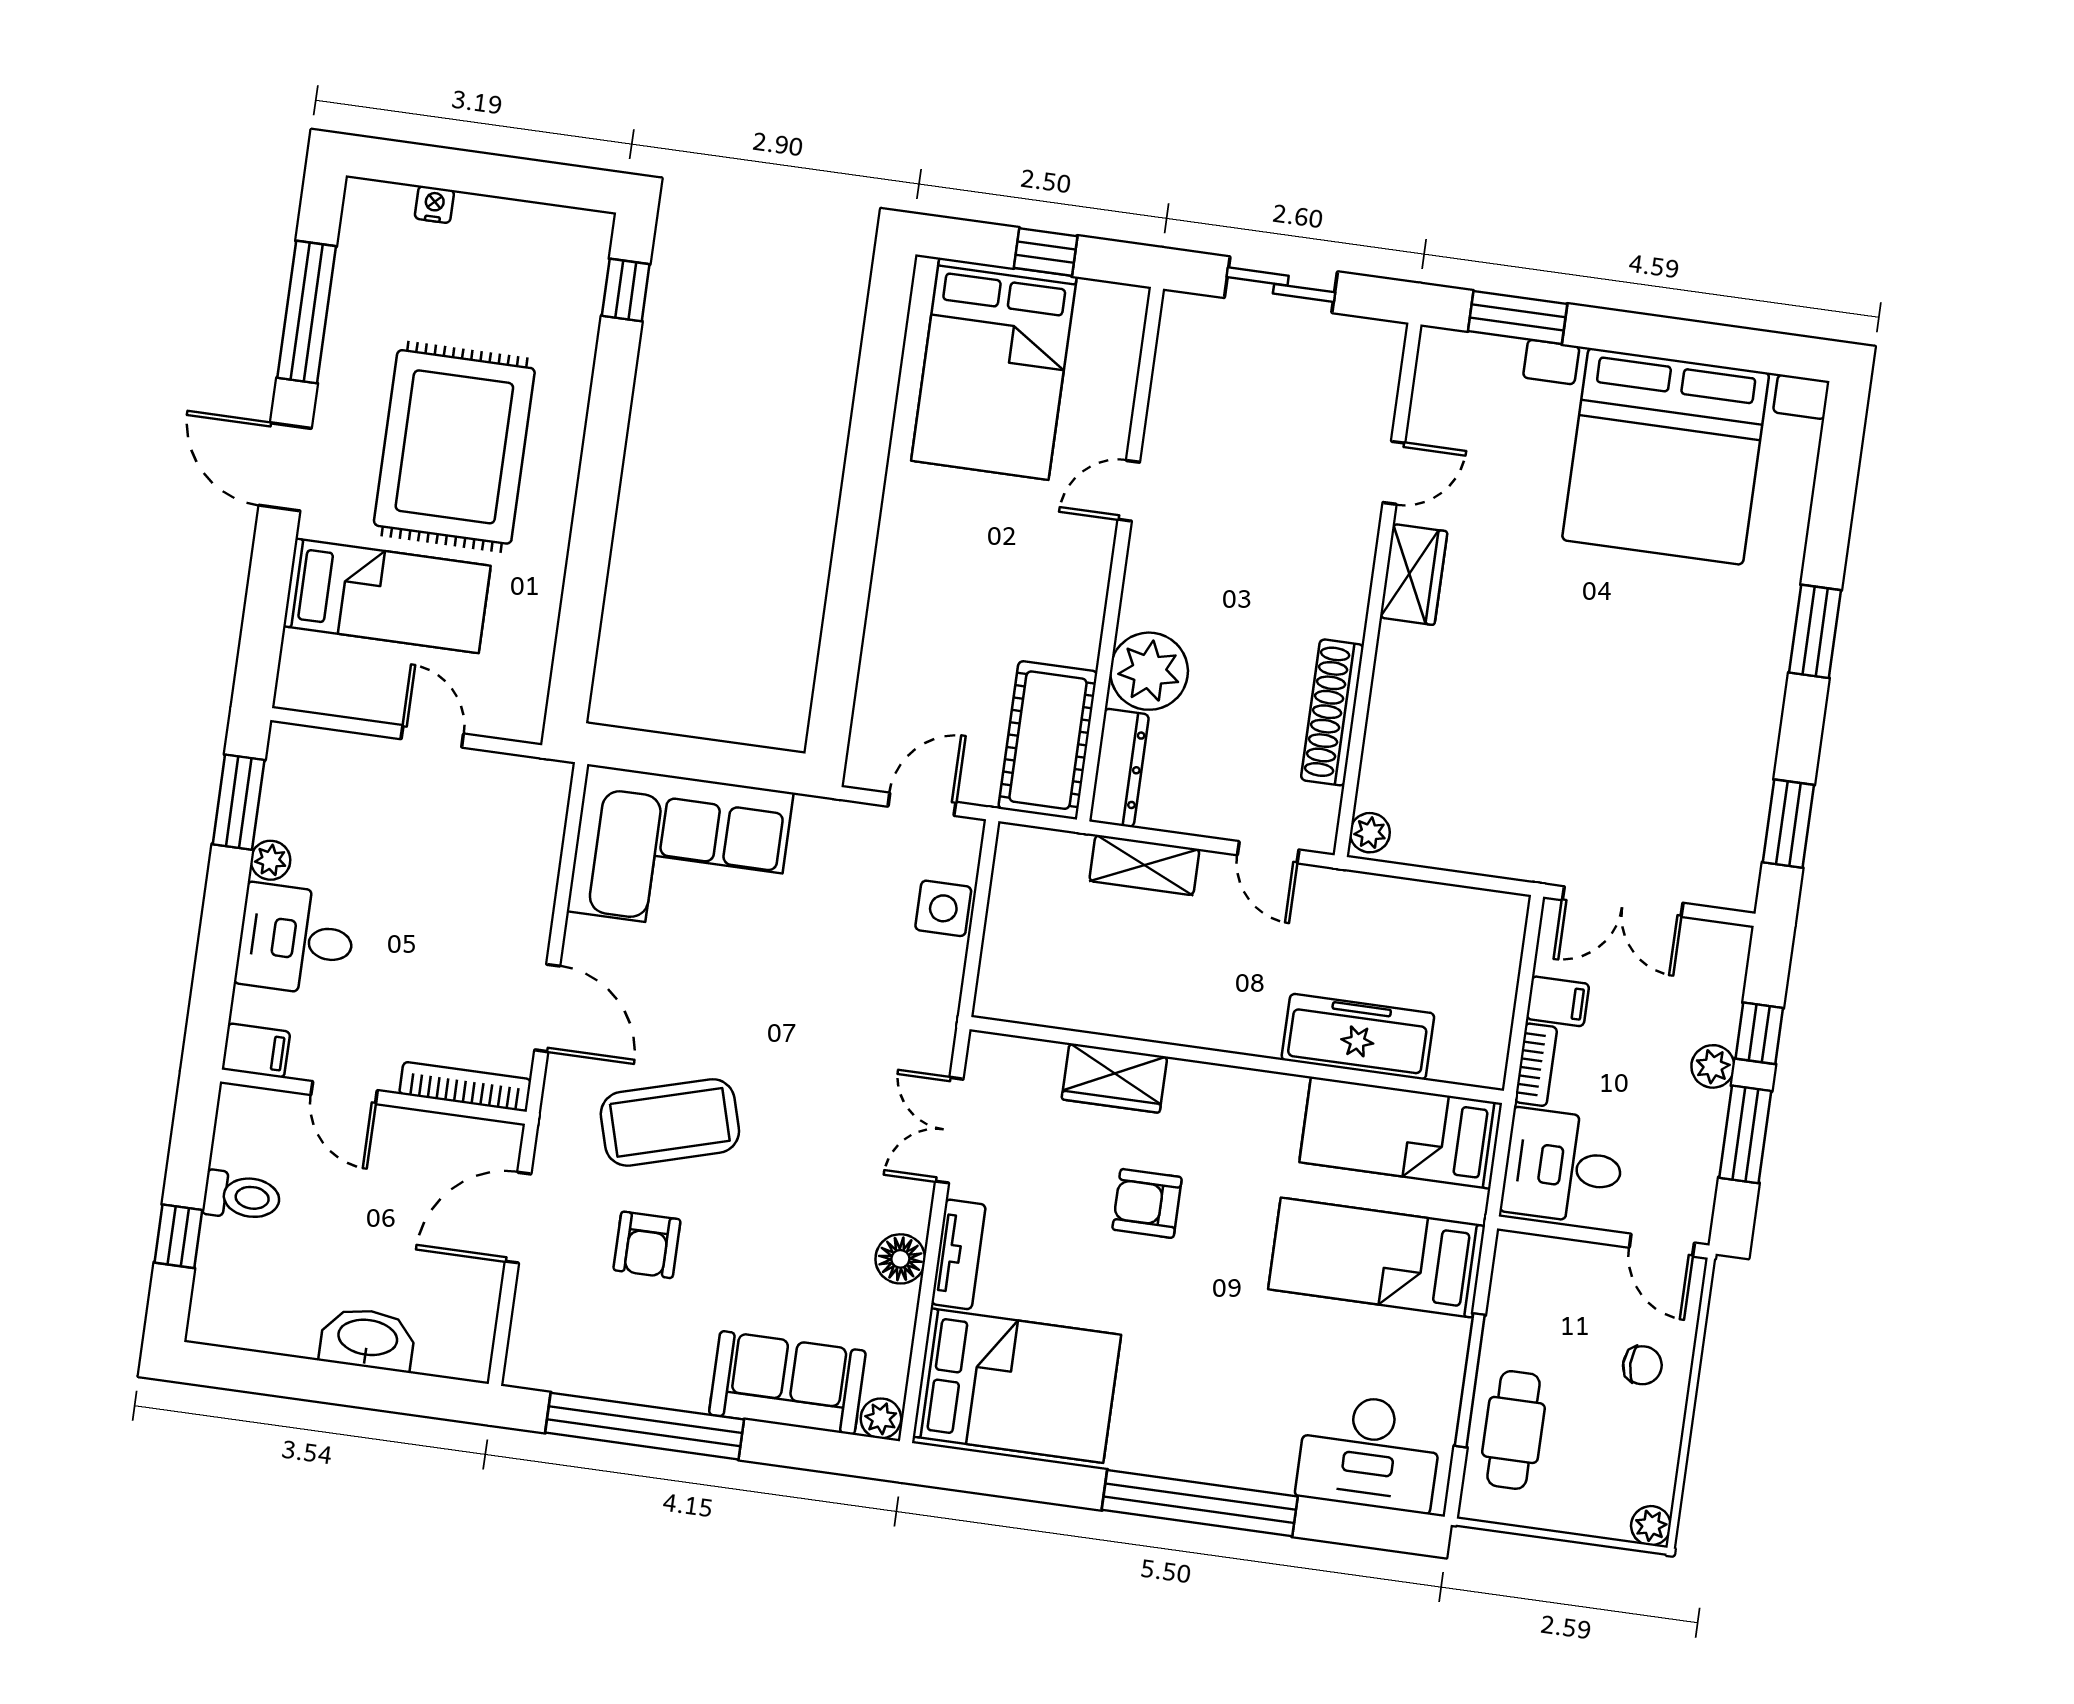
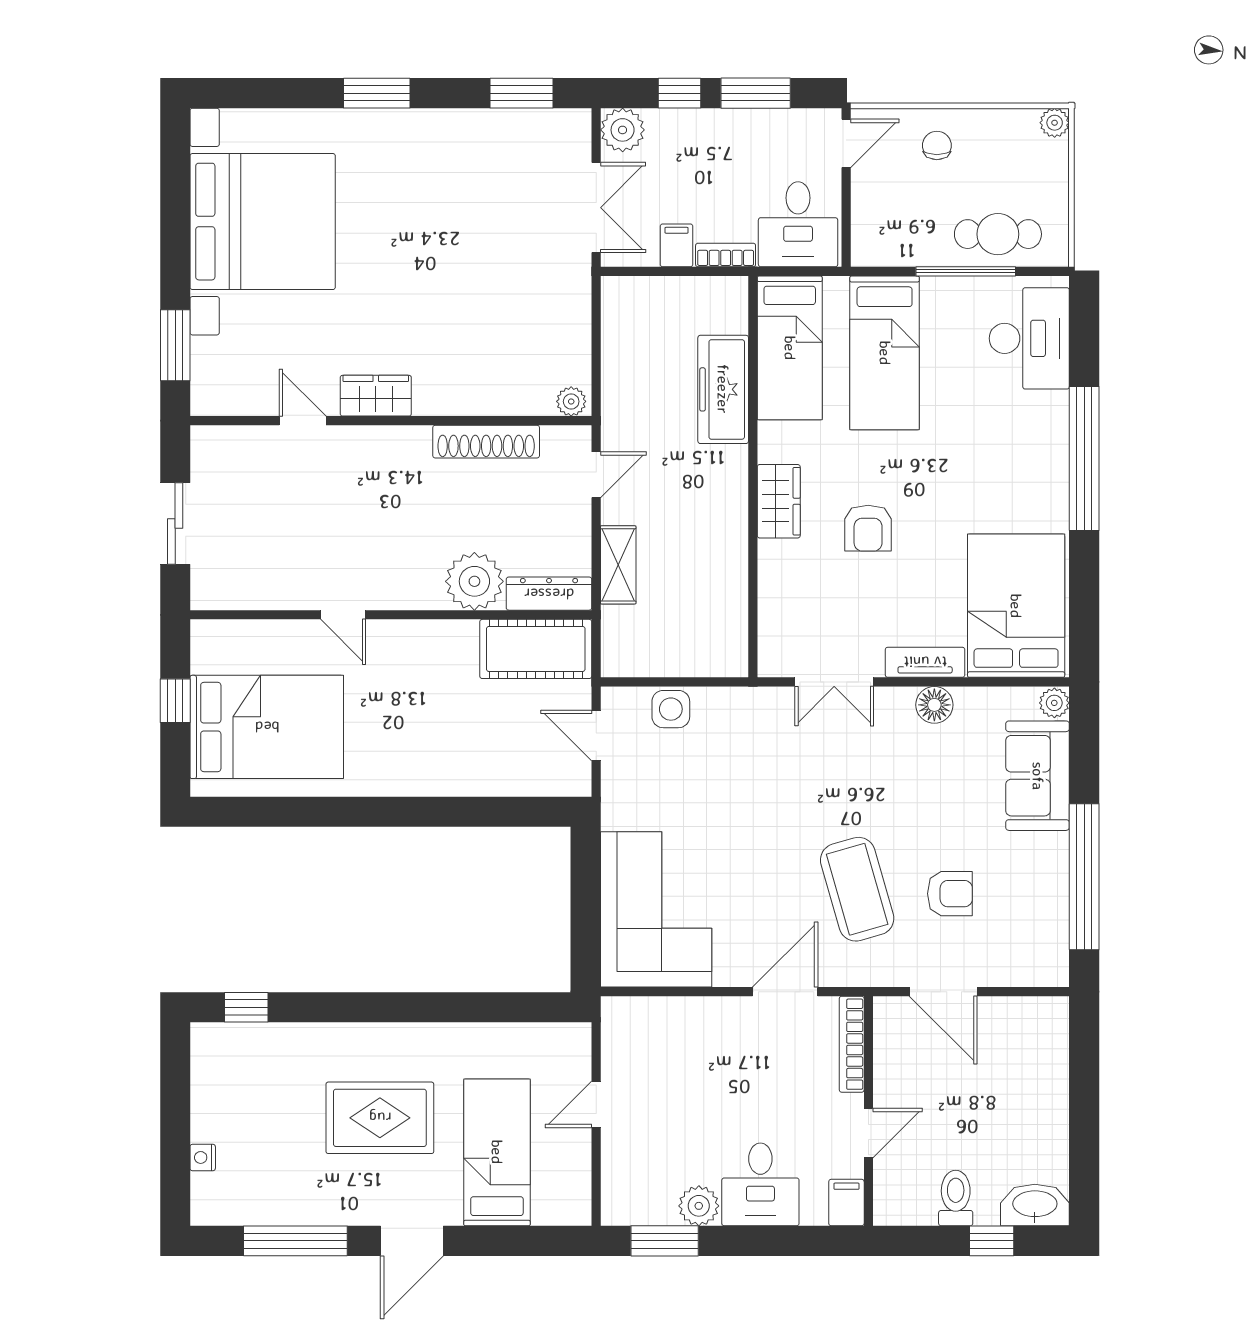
rug: (454, 447) -> (380, 1118), width x0.73, depth x0.69
plant: (271, 860) -> (699, 1206), width x1.38, depth x1.38
plant: (1713, 1066) -> (623, 130), moved, width x1.38, depth x1.38
wardrobe: (1114, 1078) -> (779, 501), moved
washbasin: (368, 1339) -> (1035, 1205), moved, turned 90

